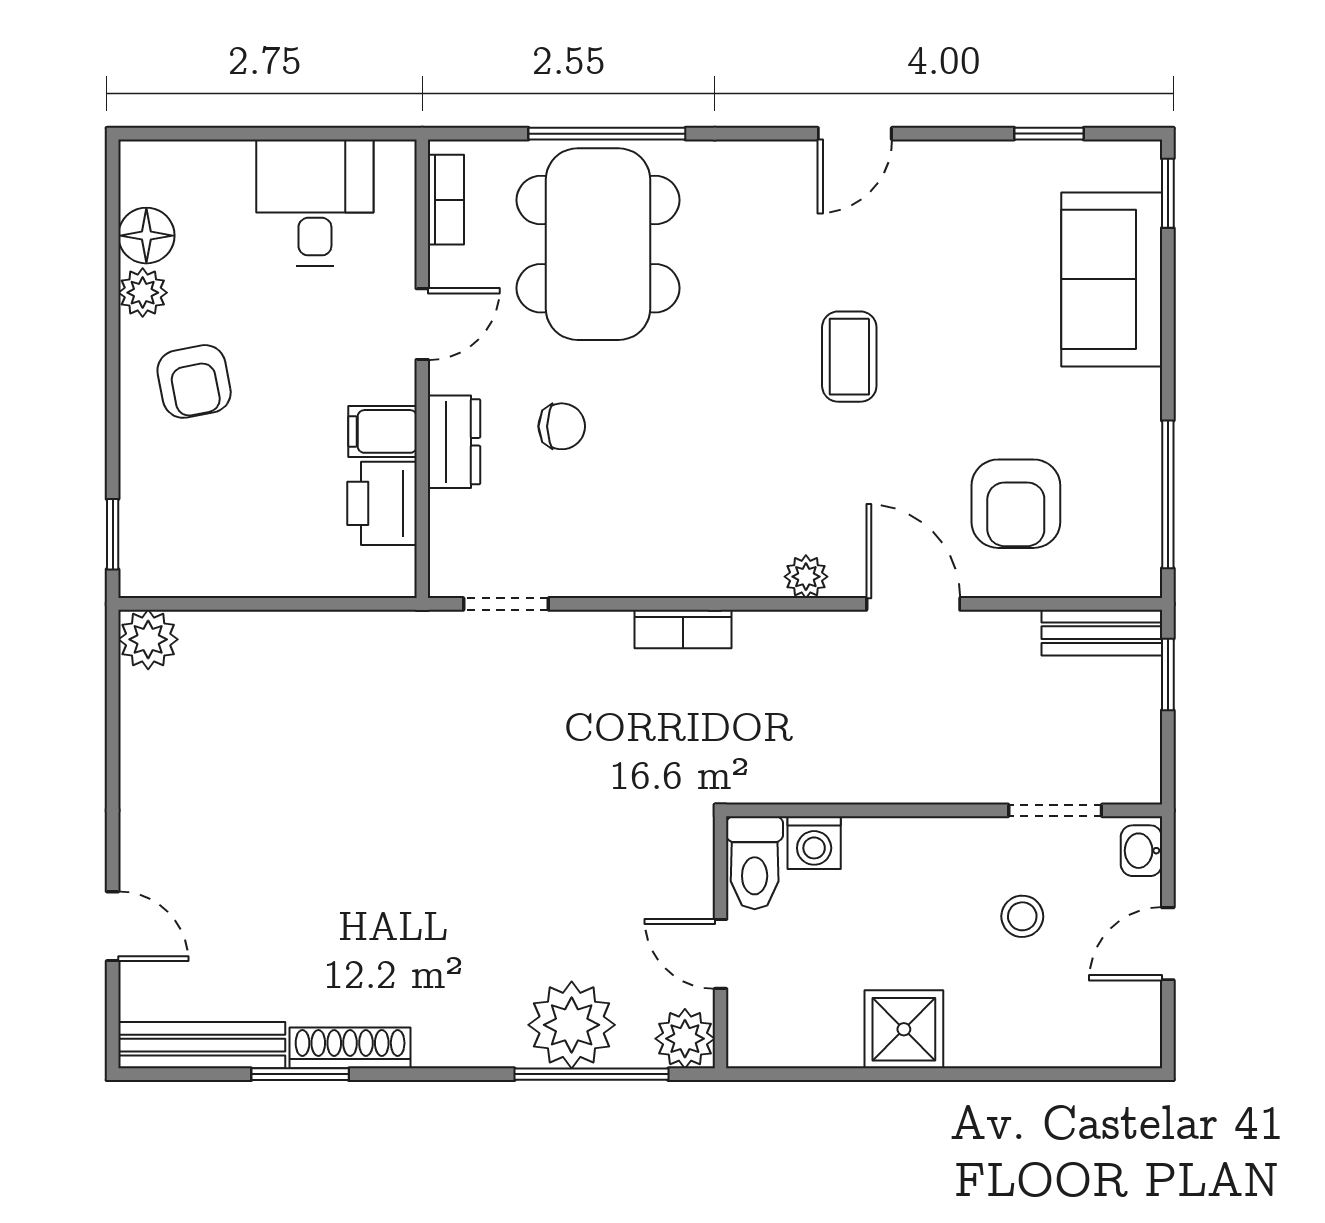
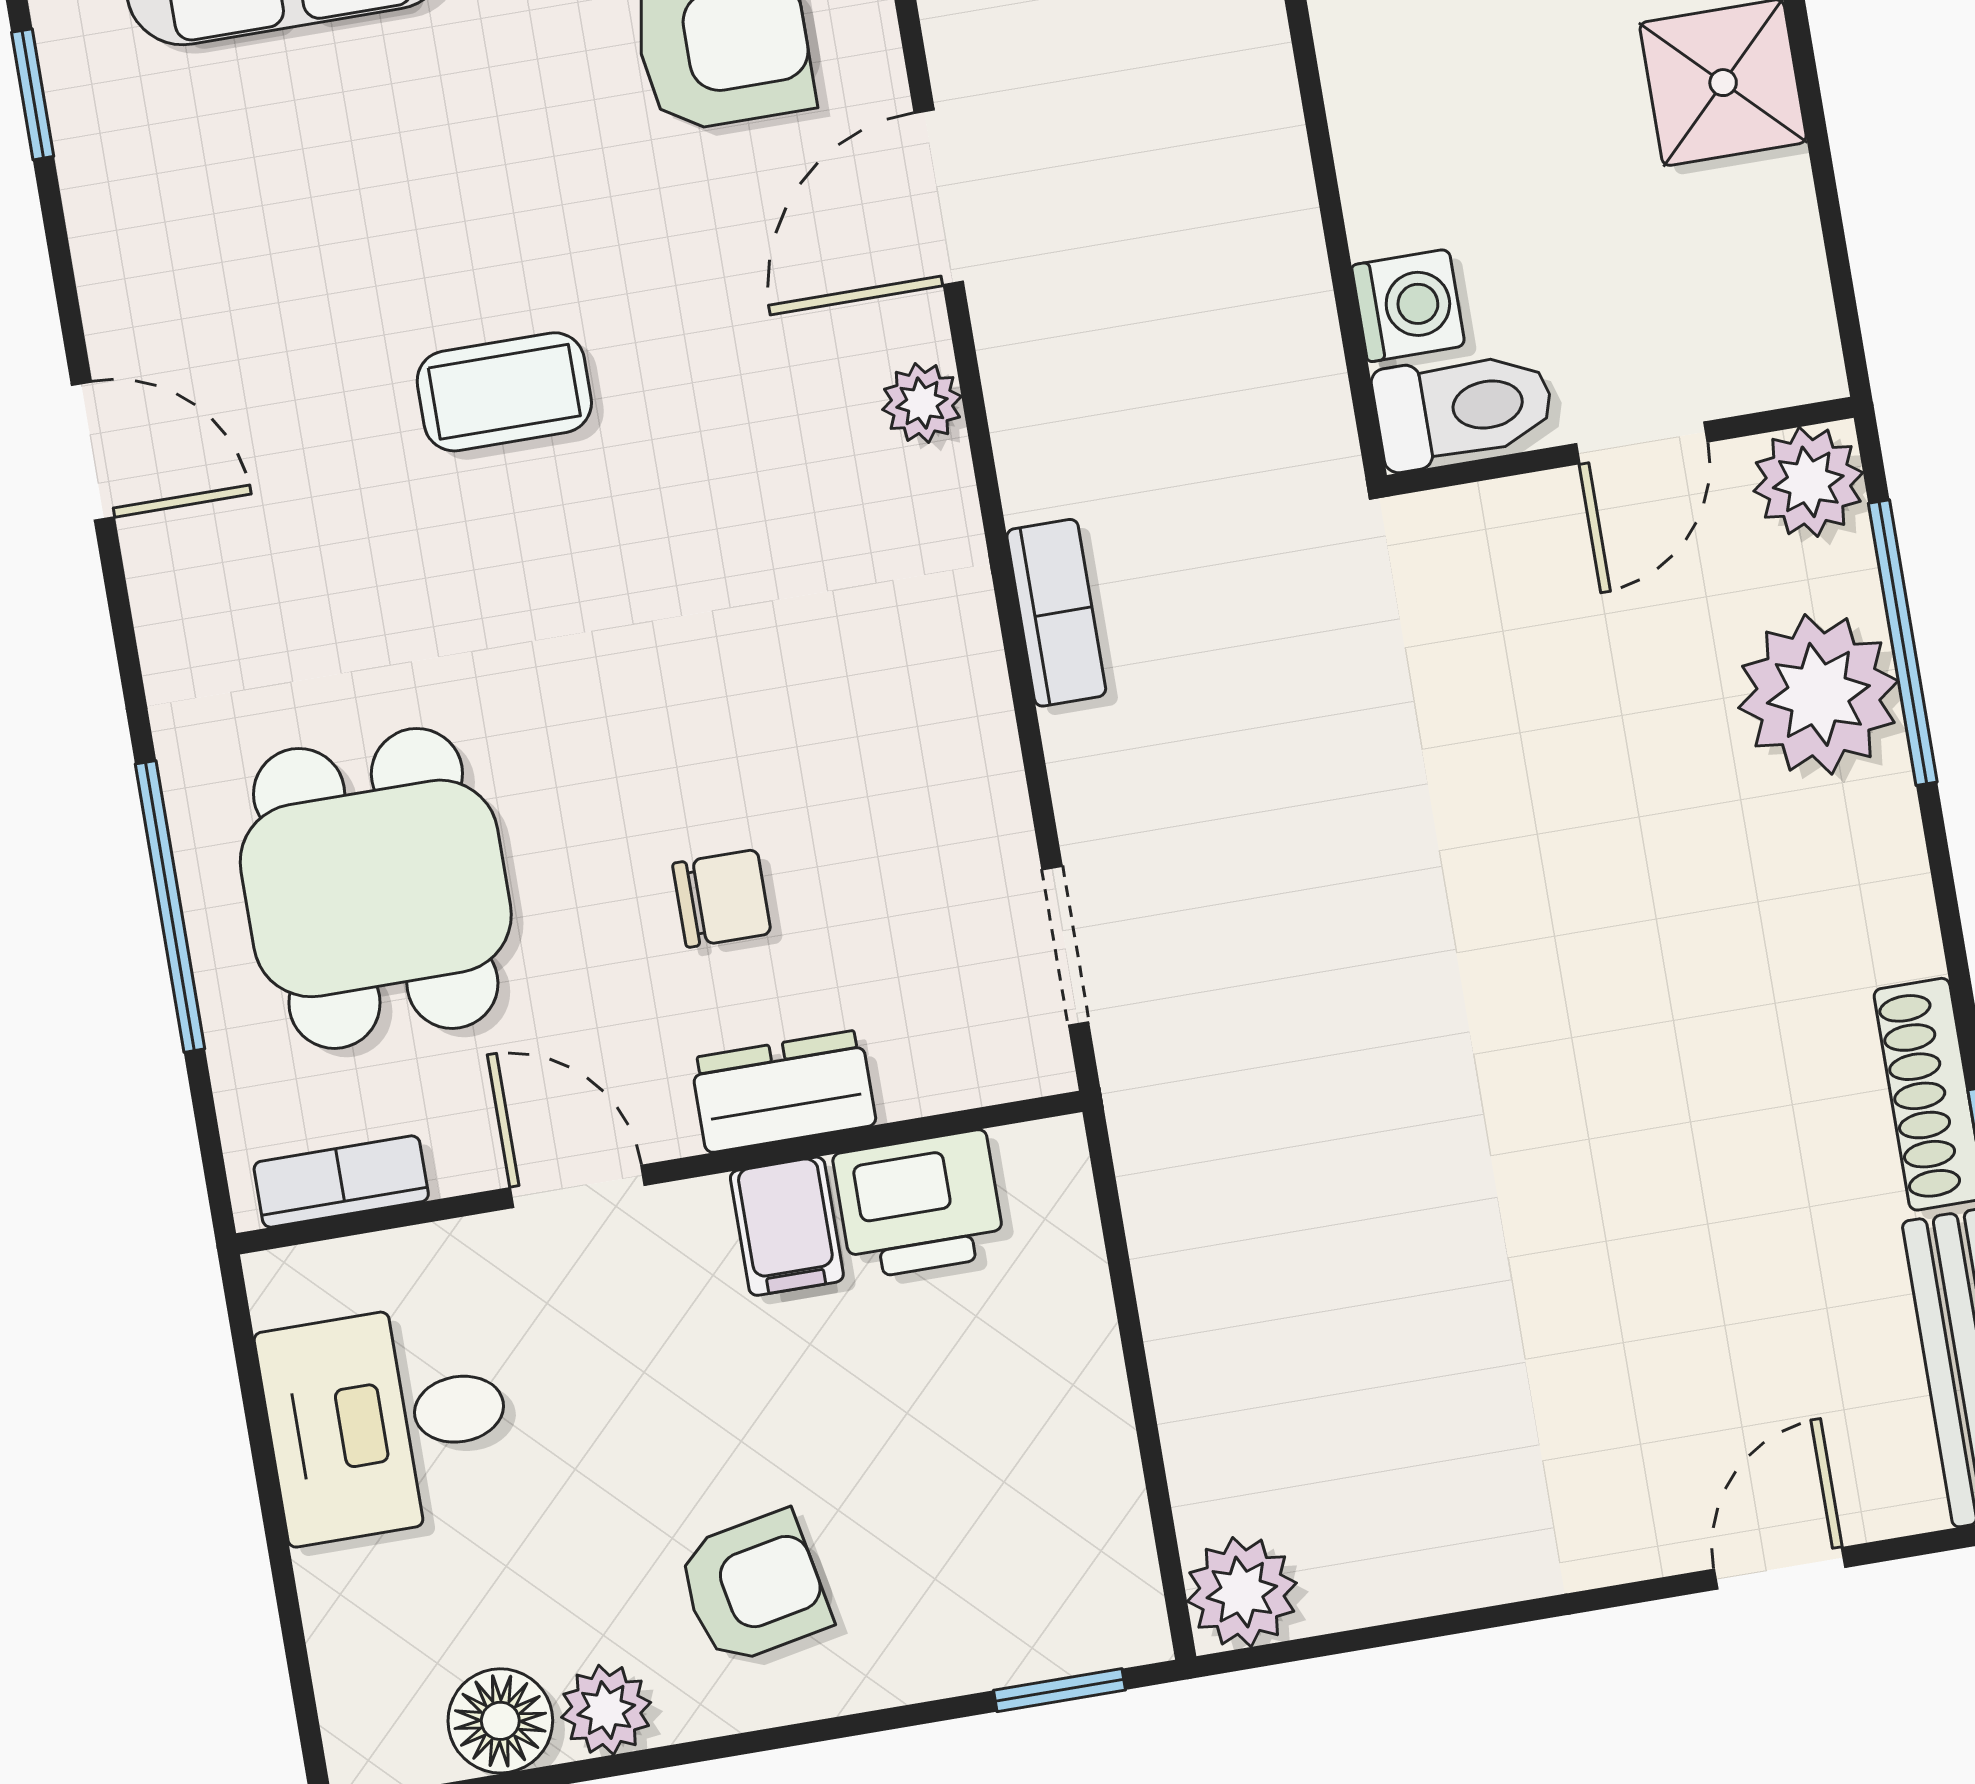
dining table: (598, 244) -> (376, 888), width x0.73
chair: (562, 426) -> (722, 898), turned 90

